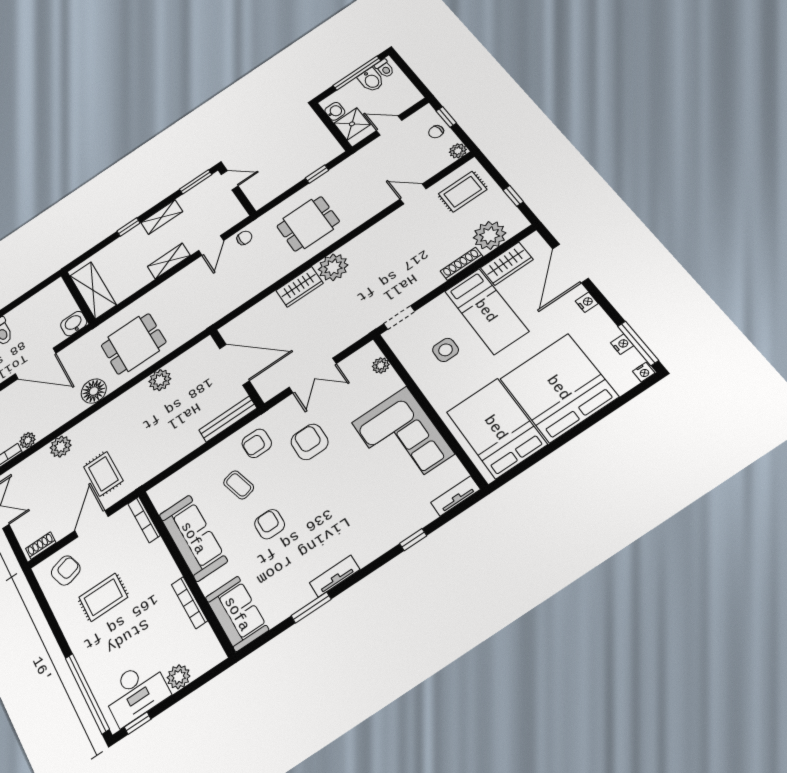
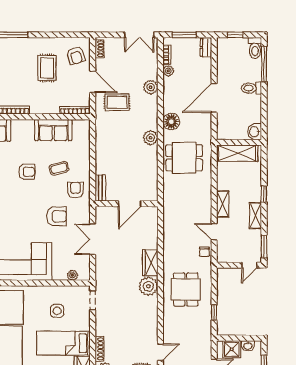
washbasin: (74, 324) -> (255, 132), moved, turned 180
dining table: (134, 344) -> (184, 158), turned 90
door: (234, 365) -> (130, 204), width x0.73
plant: (160, 380) -> (150, 138), moved
bench: (228, 419) -> (100, 188), width x0.73
sofa: (193, 538) -> (53, 130), width x0.73

